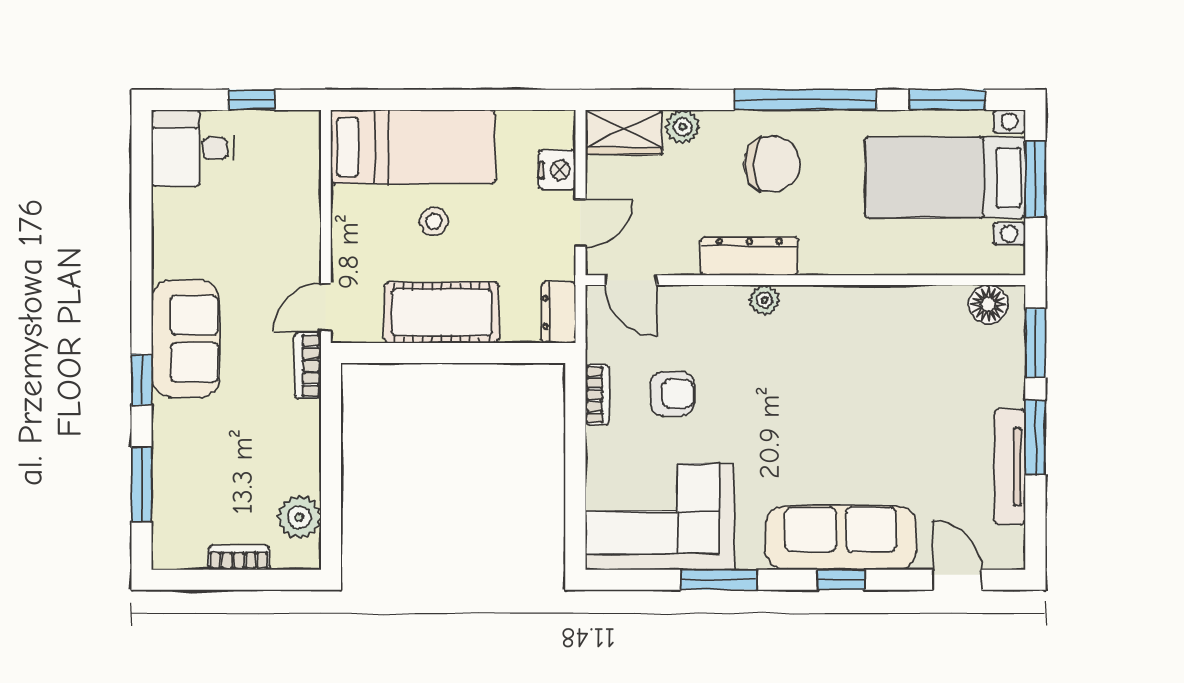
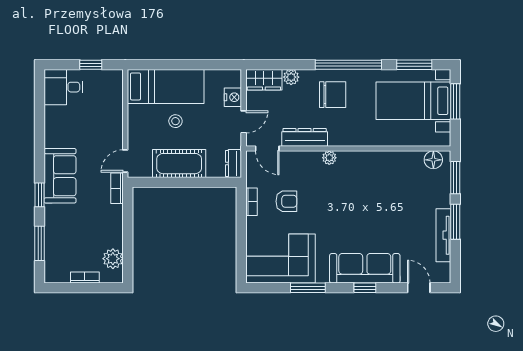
dresser: (749, 256) -> (305, 137), moved

